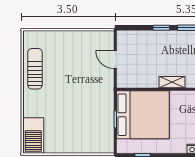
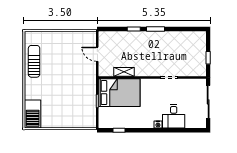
shelving: (172, 82) -> (124, 72), moved
bed: (143, 115) -> (119, 93), width x0.73

